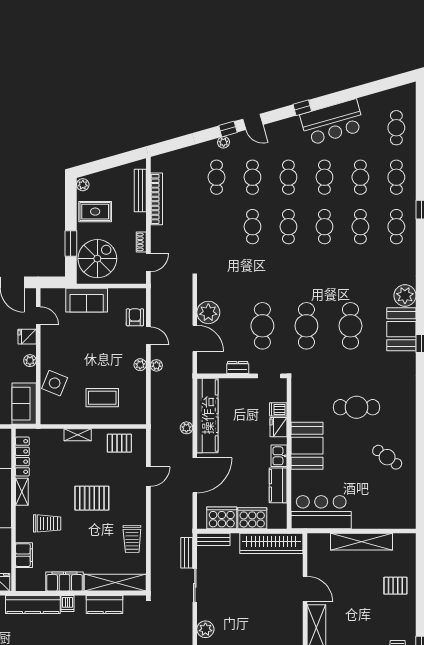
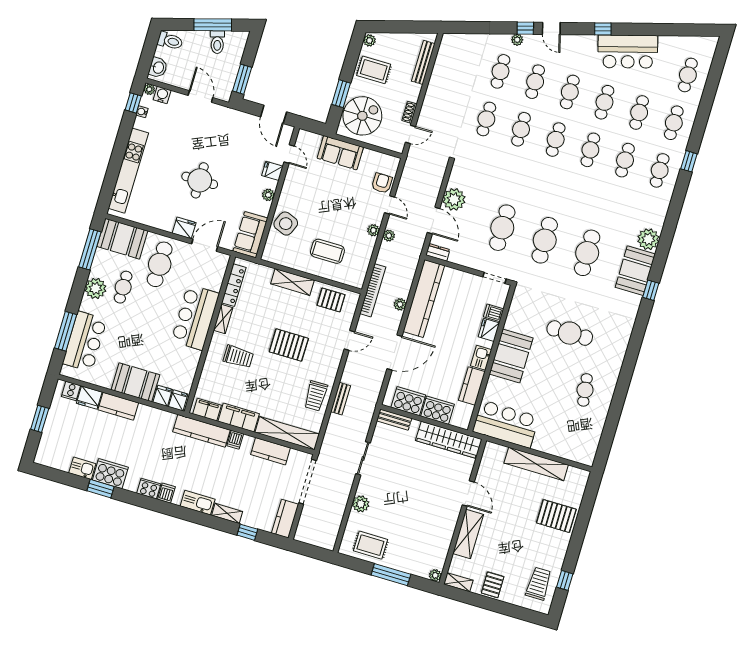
bookcase: (156, 199) -> (373, 290), moved
cafe table: (217, 227) -> (486, 119), added
dresser: (238, 368) -> (438, 252), moved
shelving: (78, 435) -> (292, 282), width x1.50, depth x1.33
cafe table: (387, 457) -> (585, 390), turned 46
bench: (187, 553) -> (341, 399), moved
filing cabinet: (24, 555) -> (207, 410), moved, turned -90
pallet: (395, 586) -> (556, 516), width x1.50, depth x1.42

